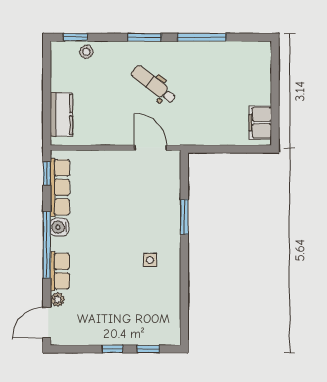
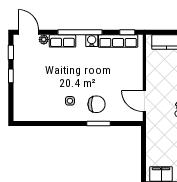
door: (150, 148) -> (144, 101), swing flipped
chair: (155, 220) -> (97, 104), added
window: (148, 349) -> (11, 52), moved

